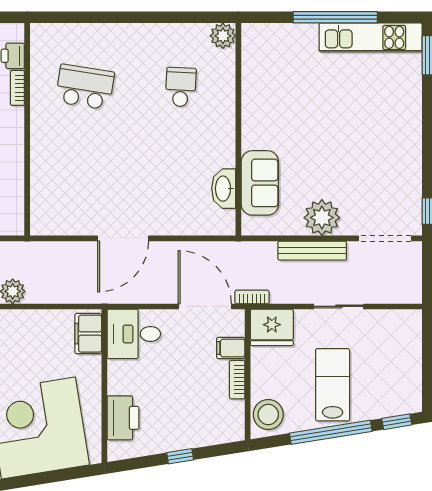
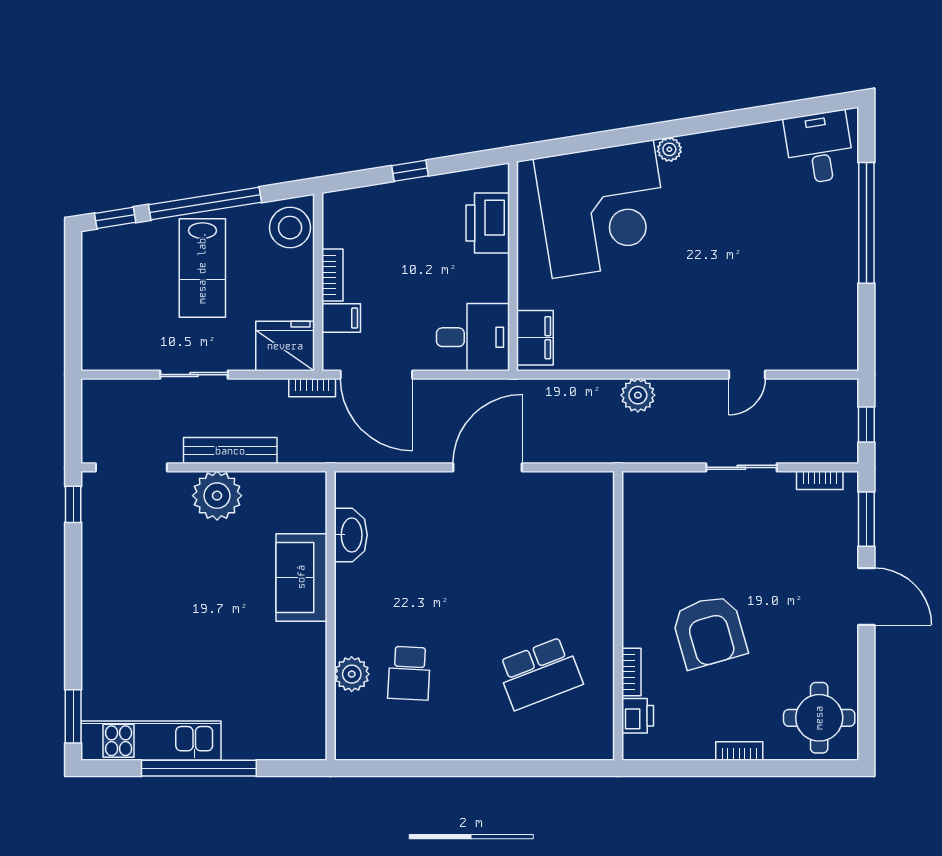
plant: (223, 36) -> (352, 674), moved
school desk: (85, 87) -> (540, 673), turned -30
sofa: (260, 183) -> (301, 577), moved

